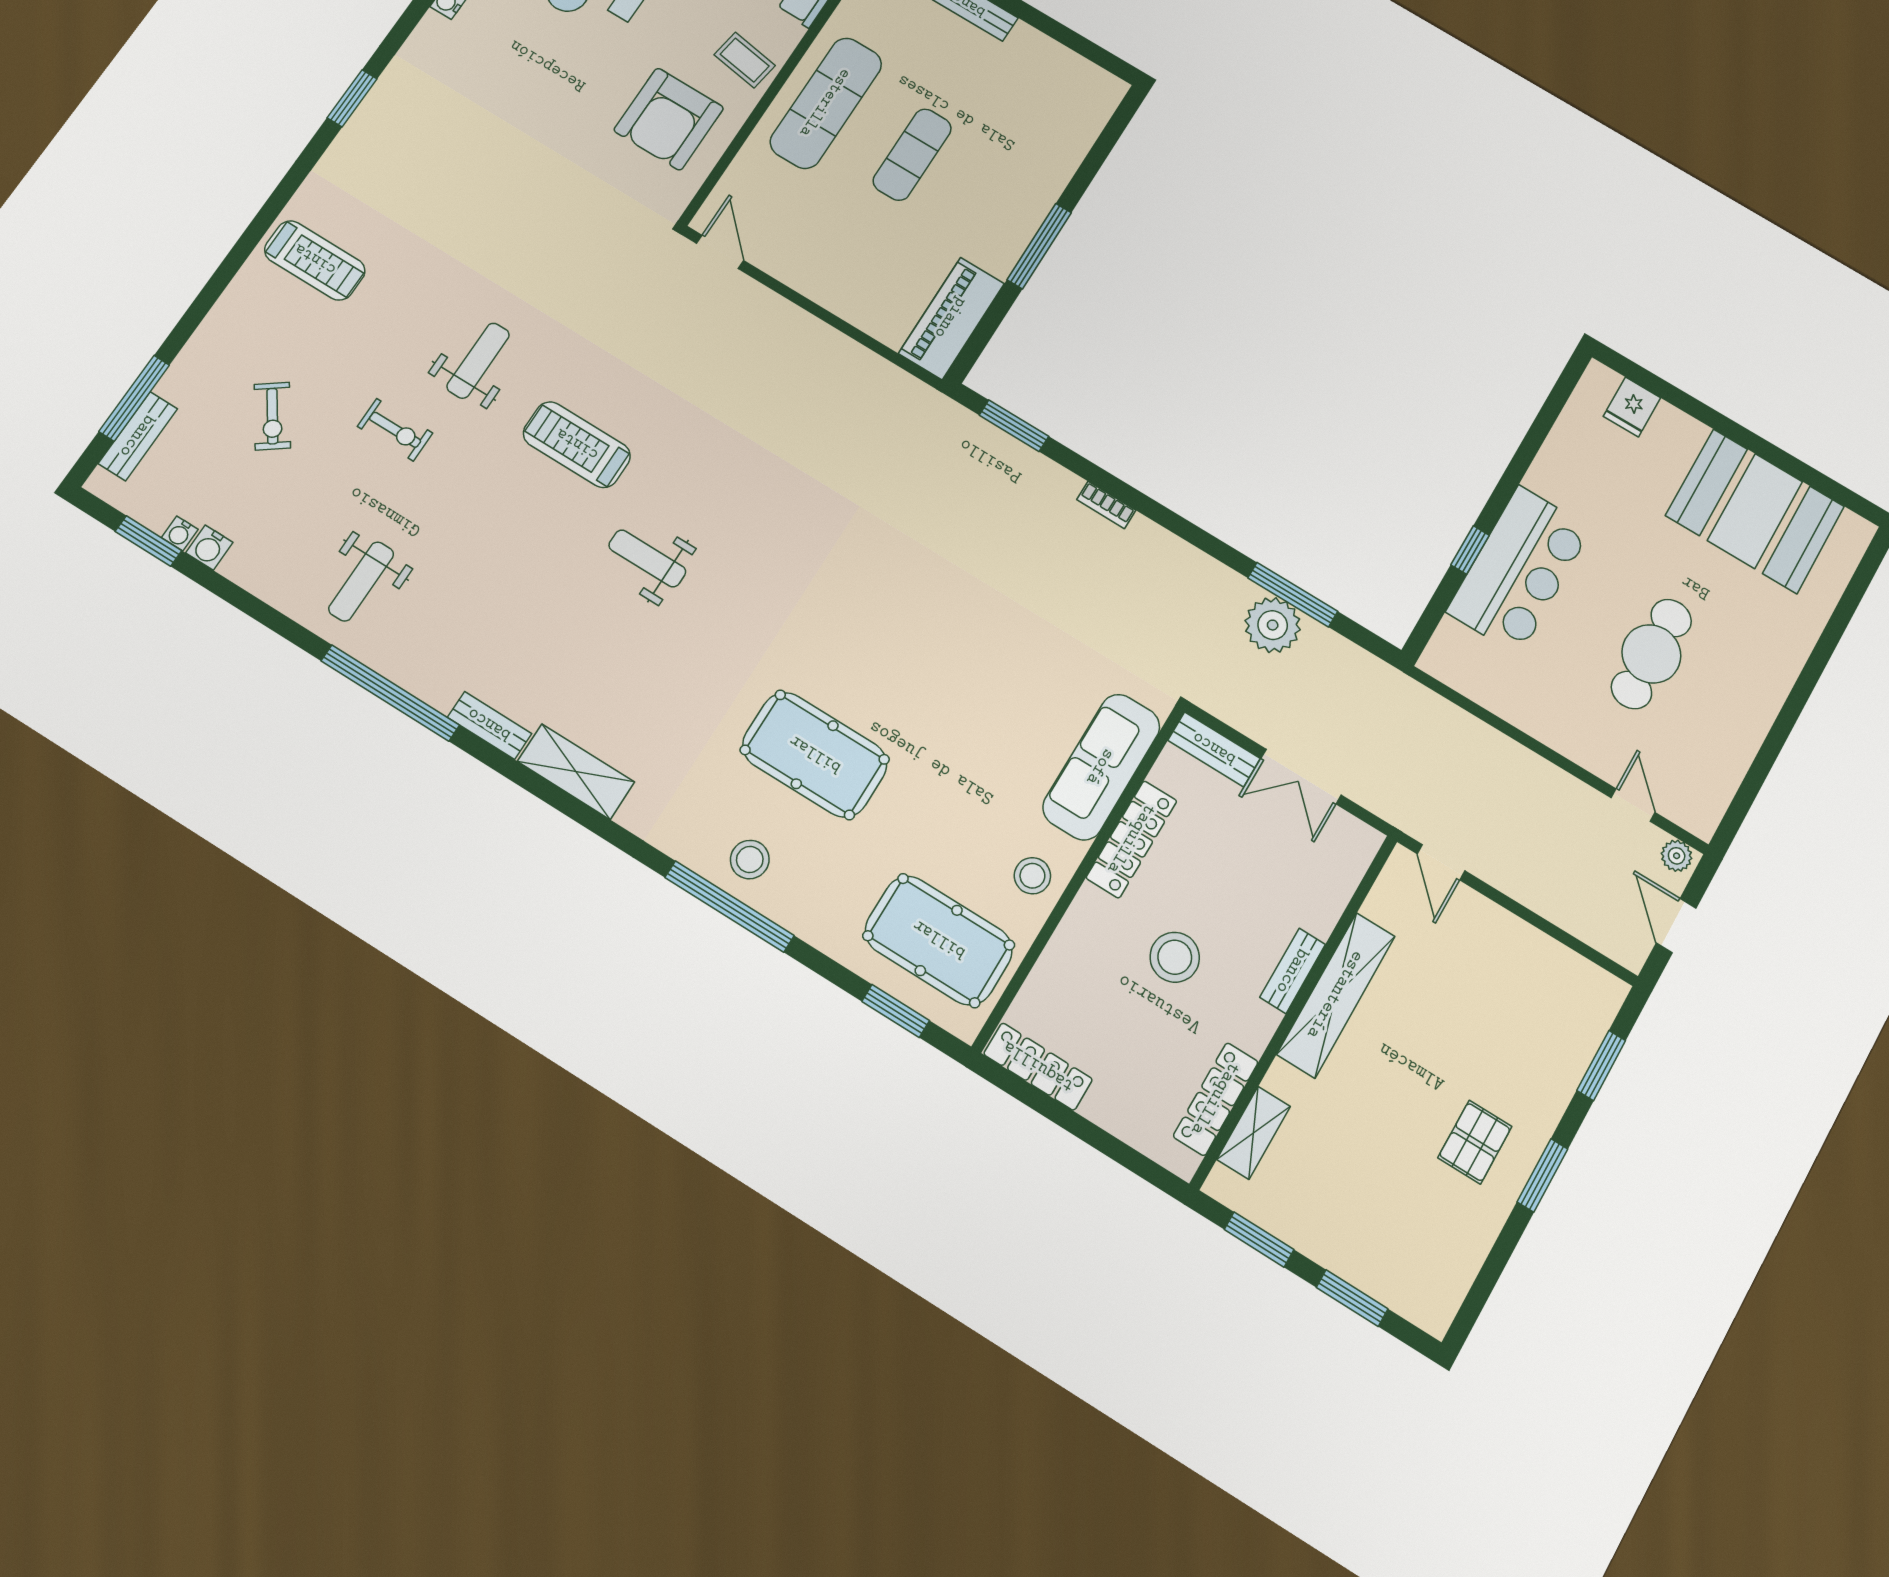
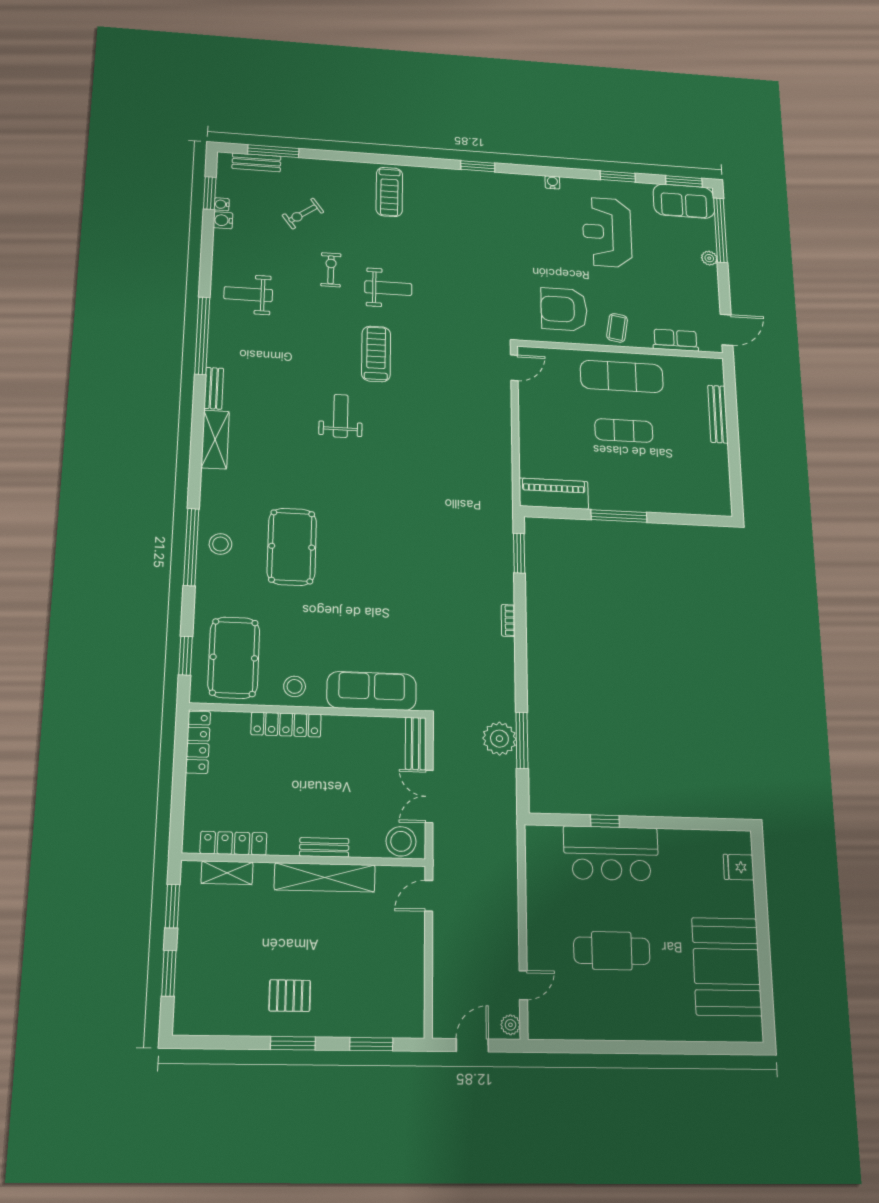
exercise bike: (395, 430) -> (331, 270), turned 180
locker: (1132, 839) -> (286, 724), moved
stool: (1175, 957) -> (401, 841), moved

